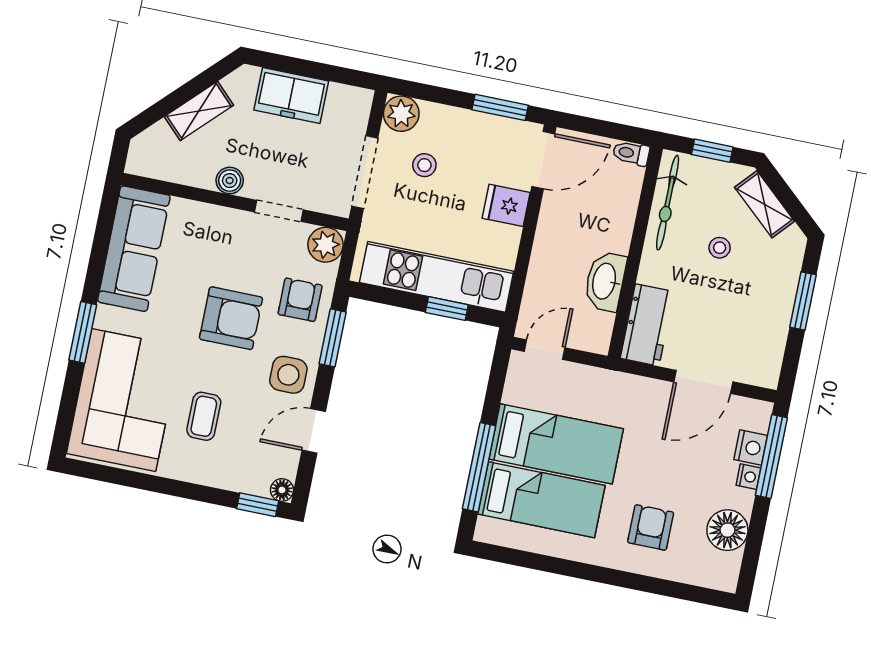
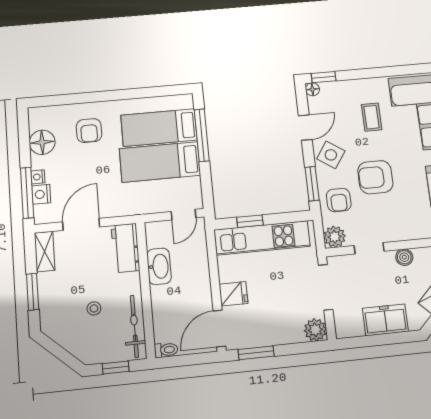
stool: (424, 165) -> (291, 303), removed
shelving: (765, 204) -> (45, 252), moved, turned 48
side table: (288, 375) -> (331, 155), turned 34

